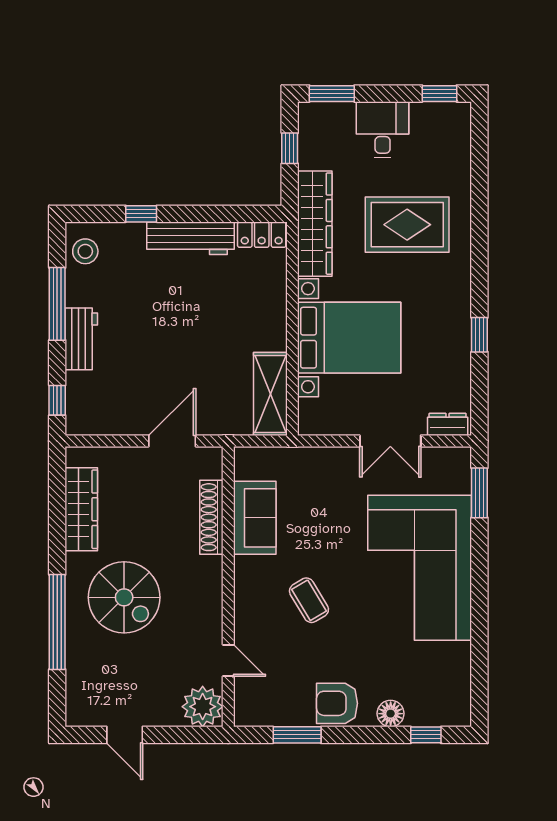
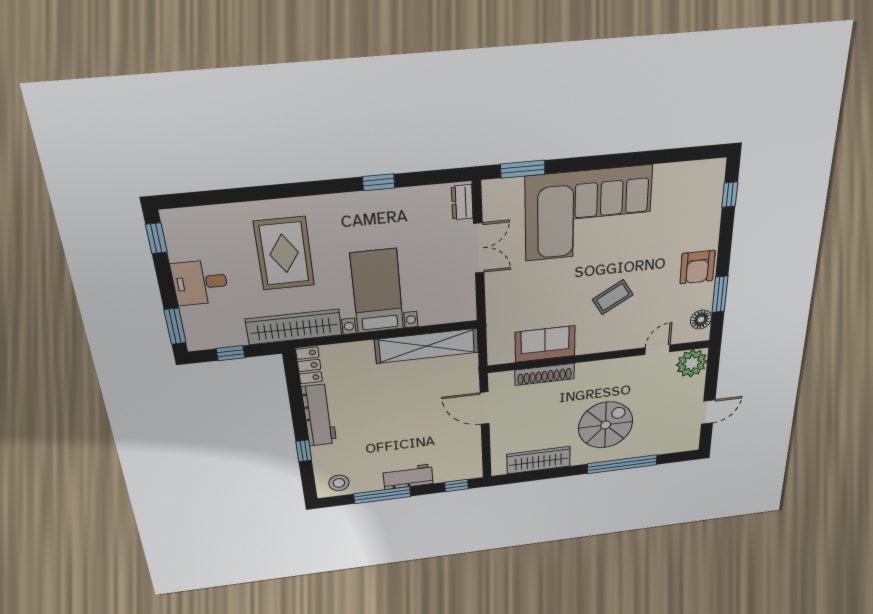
bed with nightstands: (349, 338) -> (377, 291), width x0.73
shelving: (270, 394) -> (427, 346), width x1.47
floor lamp: (391, 714) -> (701, 320), moved

